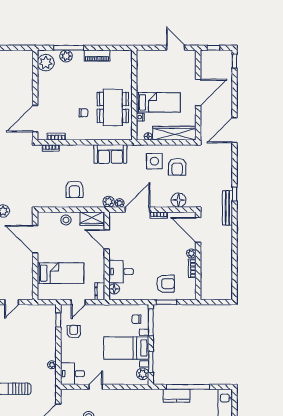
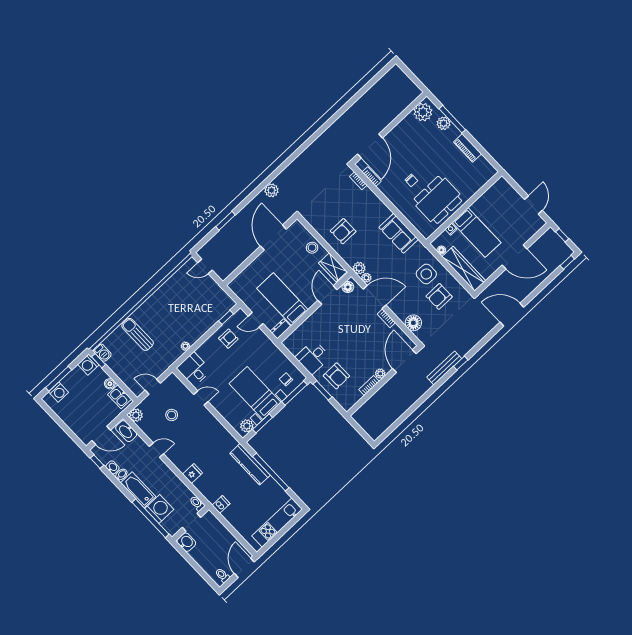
door: (35, 119) -> (370, 146), swing flipped
desk: (121, 272) -> (313, 357), moved, turned -90
bed: (61, 273) -> (282, 299), moved, turned 180
floor lamp: (114, 289) -> (348, 287), moved
kitchen counter: (177, 396) -> (250, 464), width x1.50

